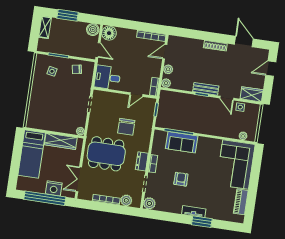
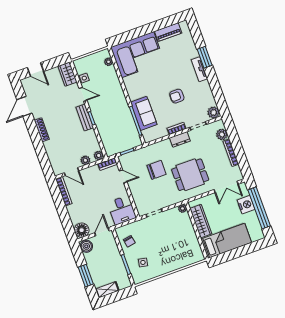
door: (227, 98) -> (83, 94), hinge flipped
dining table: (106, 154) -> (190, 175), width x0.73

